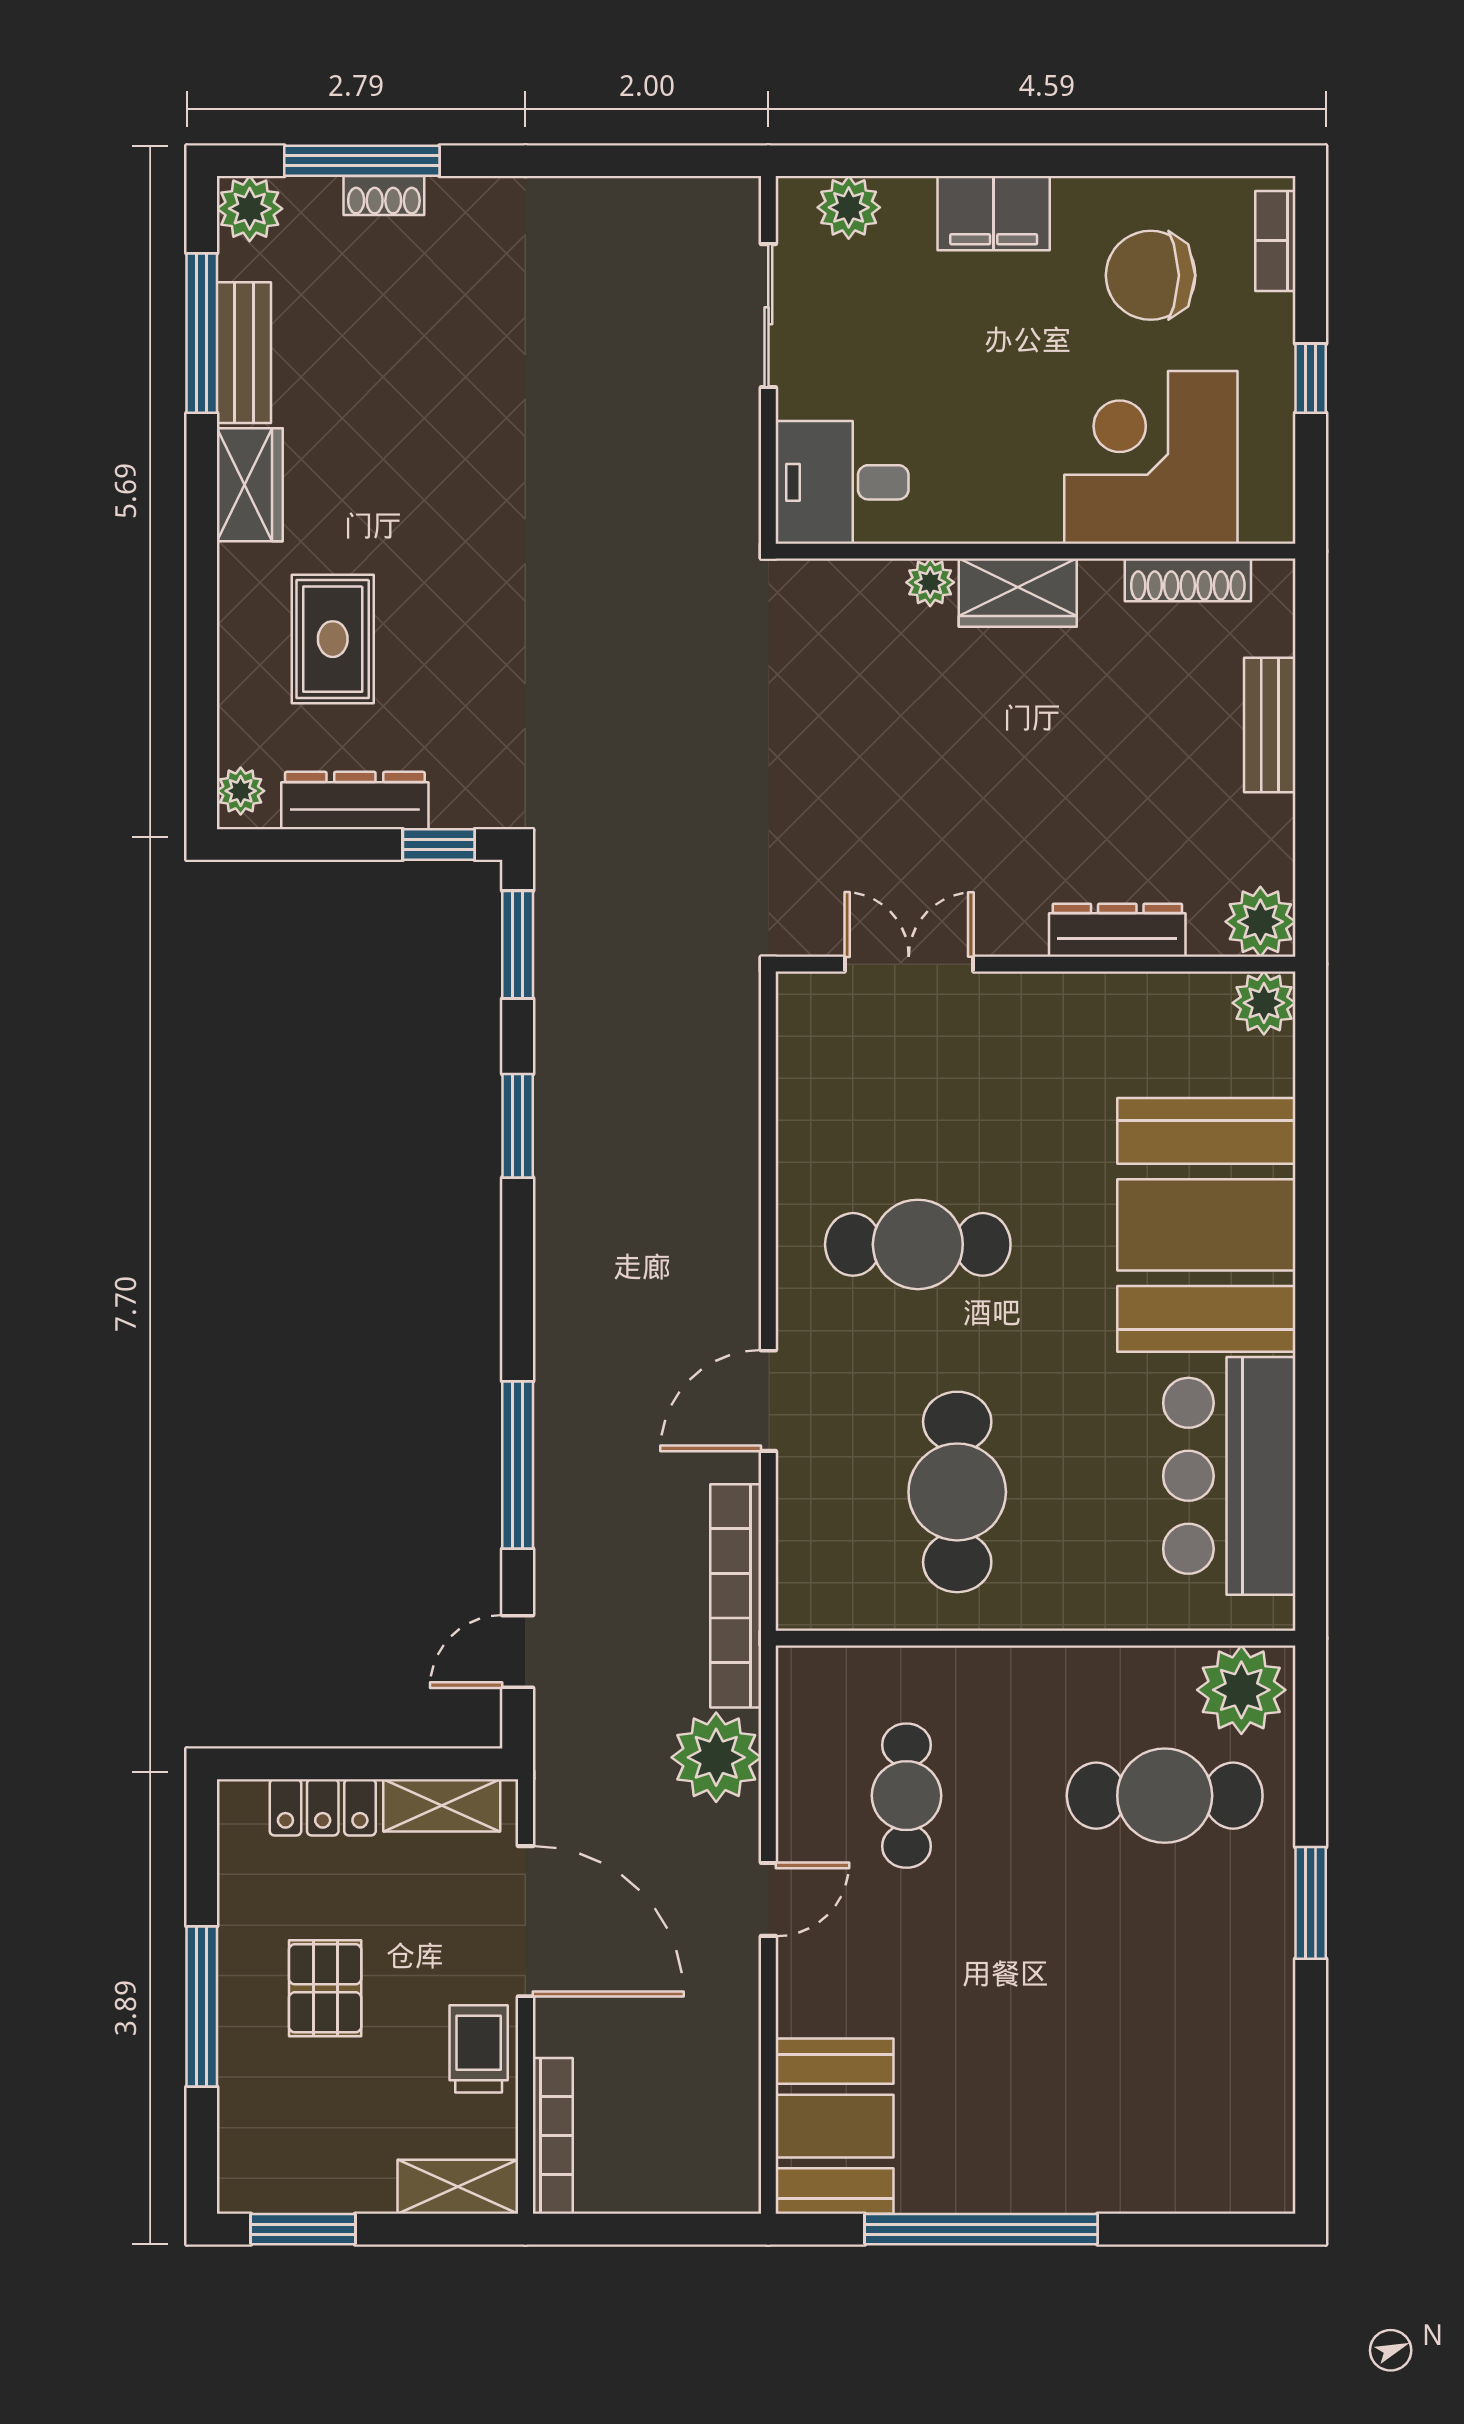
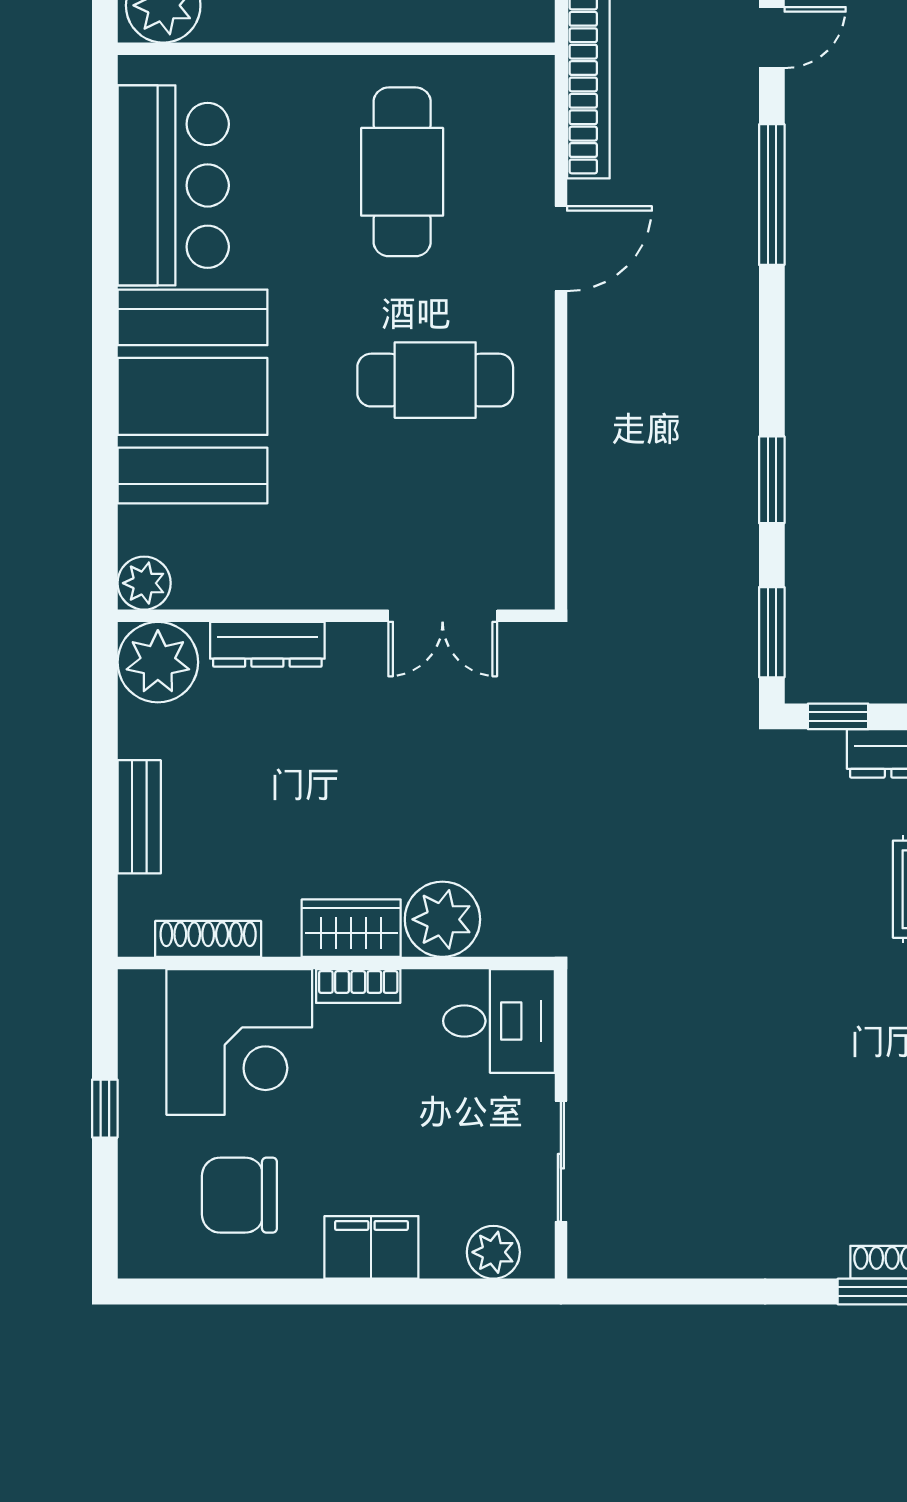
bookcase: (1275, 241) -> (358, 986), moved, turned 90
chair: (1151, 275) -> (239, 1195), turned 180
plant: (930, 582) -> (442, 919), width x1.87, depth x1.87
plant: (1260, 922) -> (158, 662), width x1.36, depth x1.36

